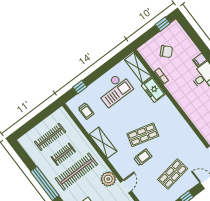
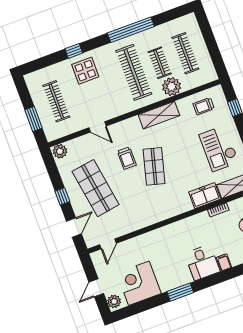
shop shelf: (173, 174) -> (96, 188), width x1.43, depth x1.36
plant: (108, 179) -> (172, 87), moved

